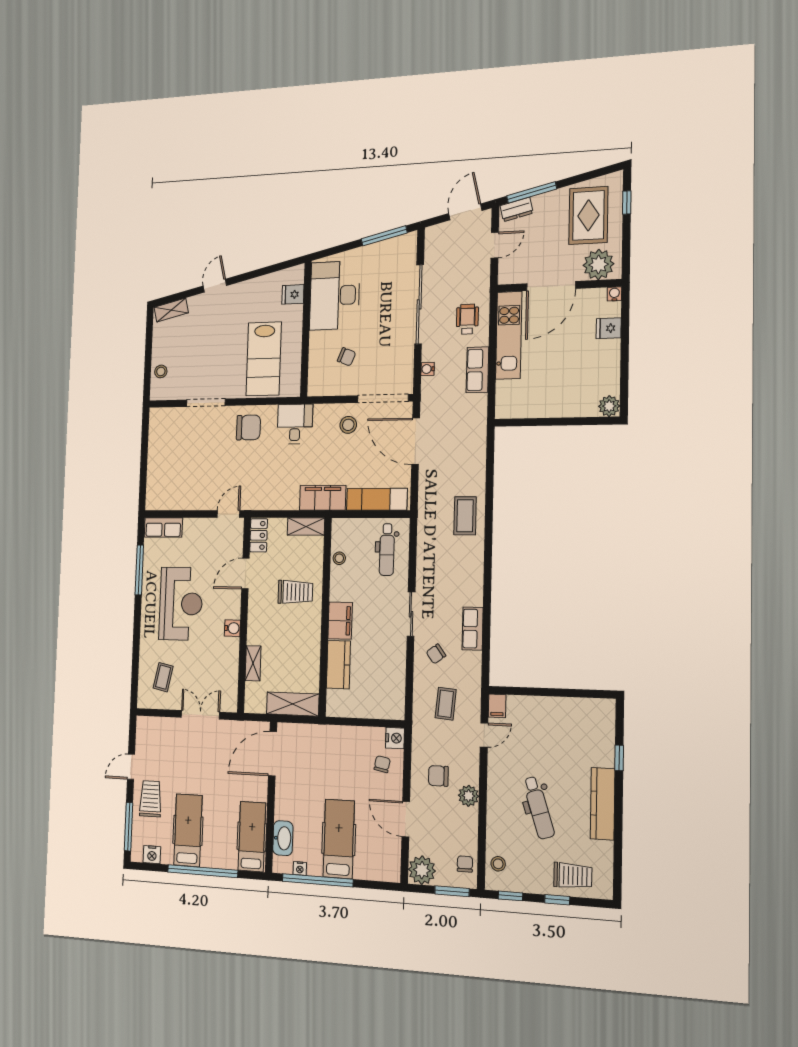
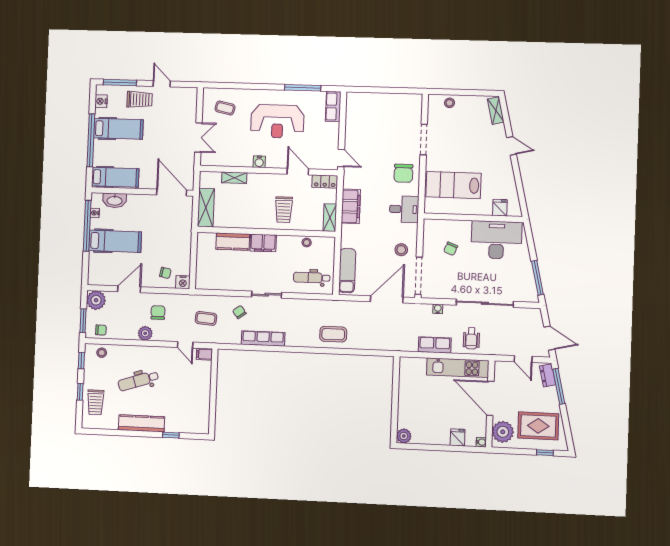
wheelchair: (467, 319) -> (471, 338), turned 90
filing cabinet: (323, 498) -> (351, 206), moved
row of seats: (473, 629) -> (263, 338), width x1.48

